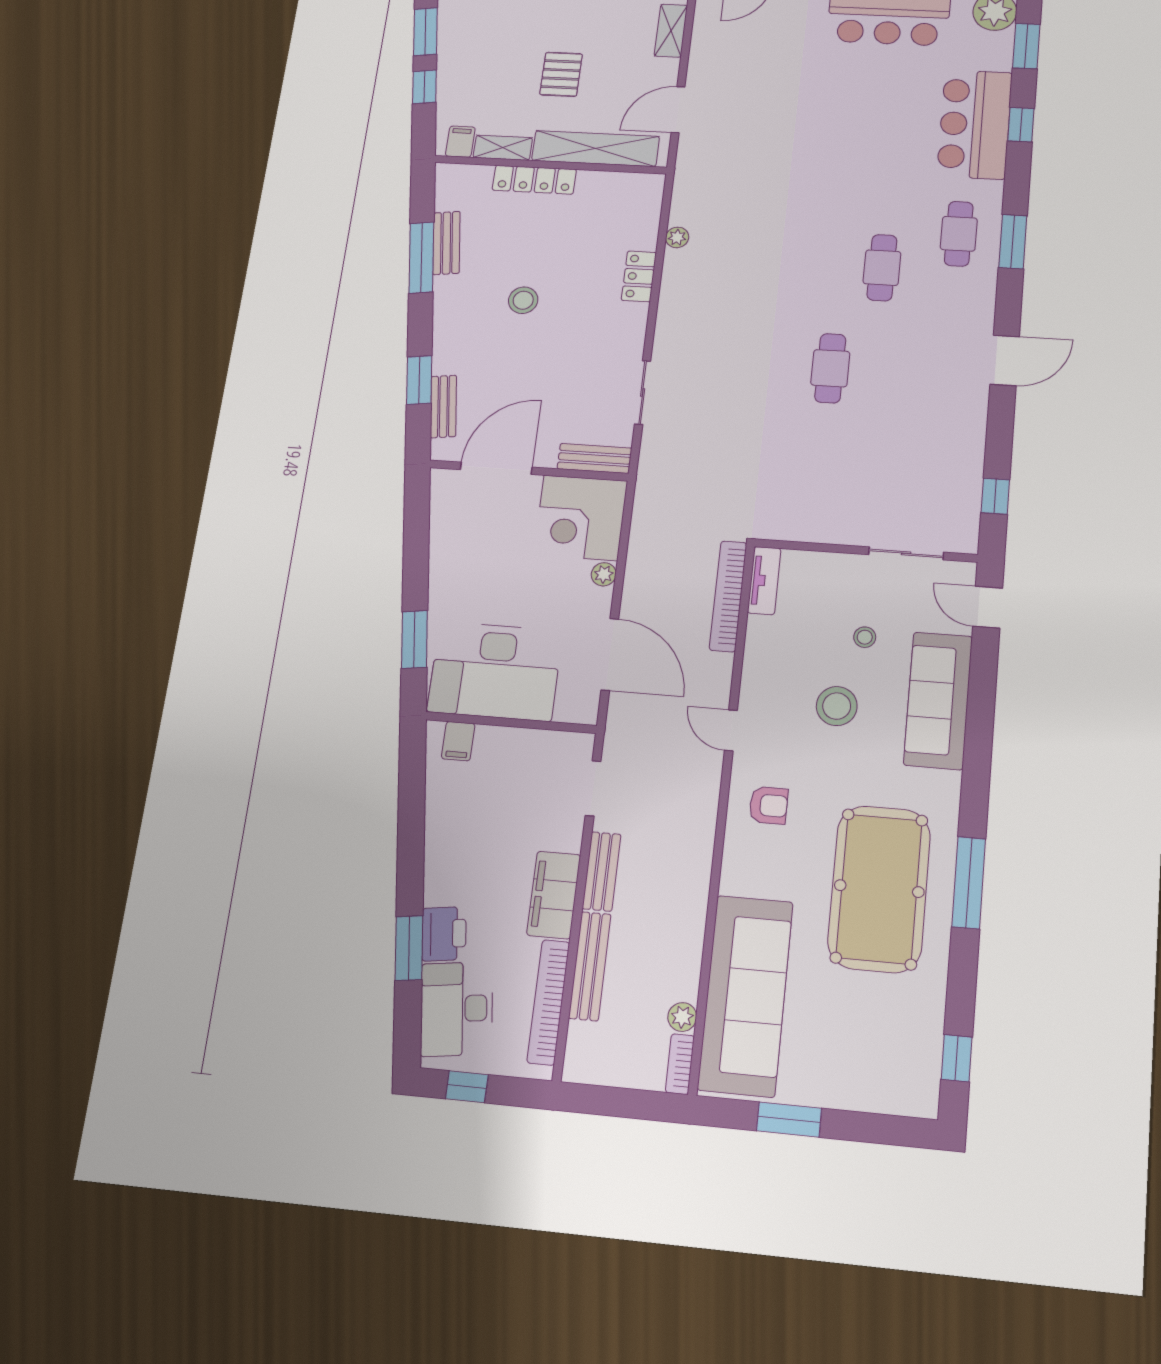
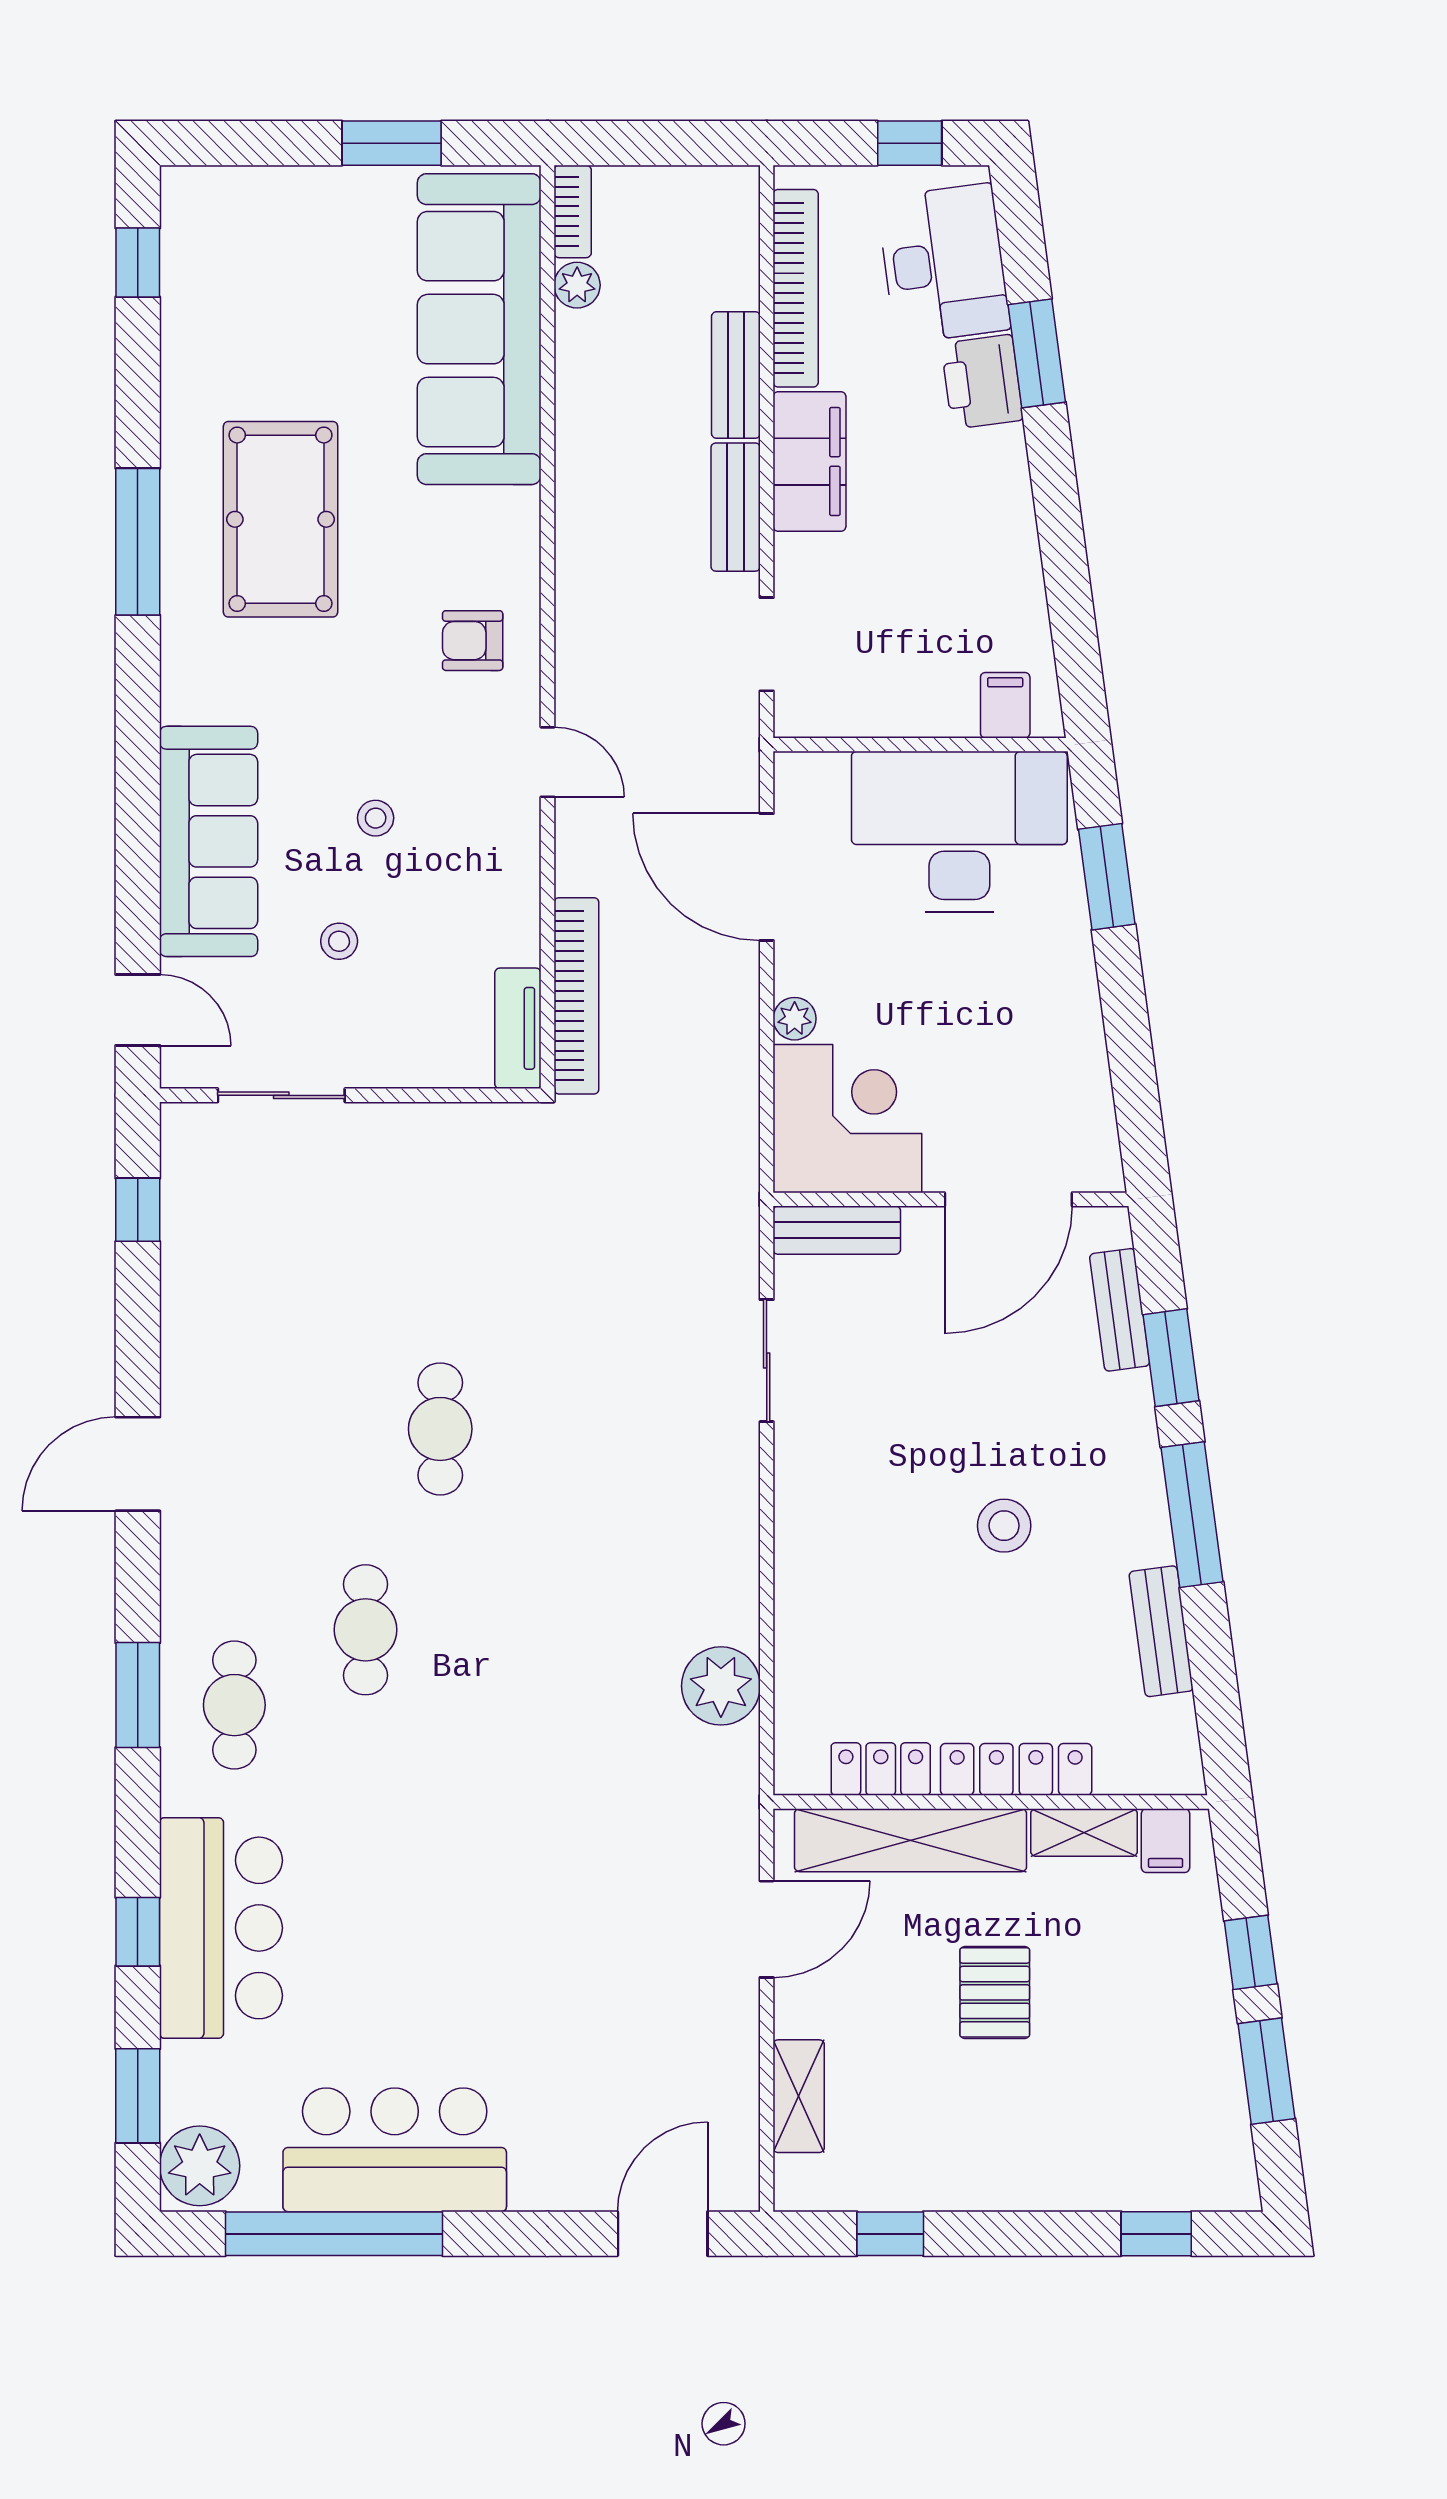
plant: (677, 237) -> (721, 1686), width x1.87, depth x1.87
window: (421, 258) -> (1192, 1515), moved
locker: (639, 276) -> (881, 1769), moved, turned -90
stool: (837, 706) -> (376, 818), width x0.53, depth x0.53
pool table: (879, 889) -> (281, 519), width x0.73, depth x0.76
bench: (590, 966) -> (736, 375), width x0.73

